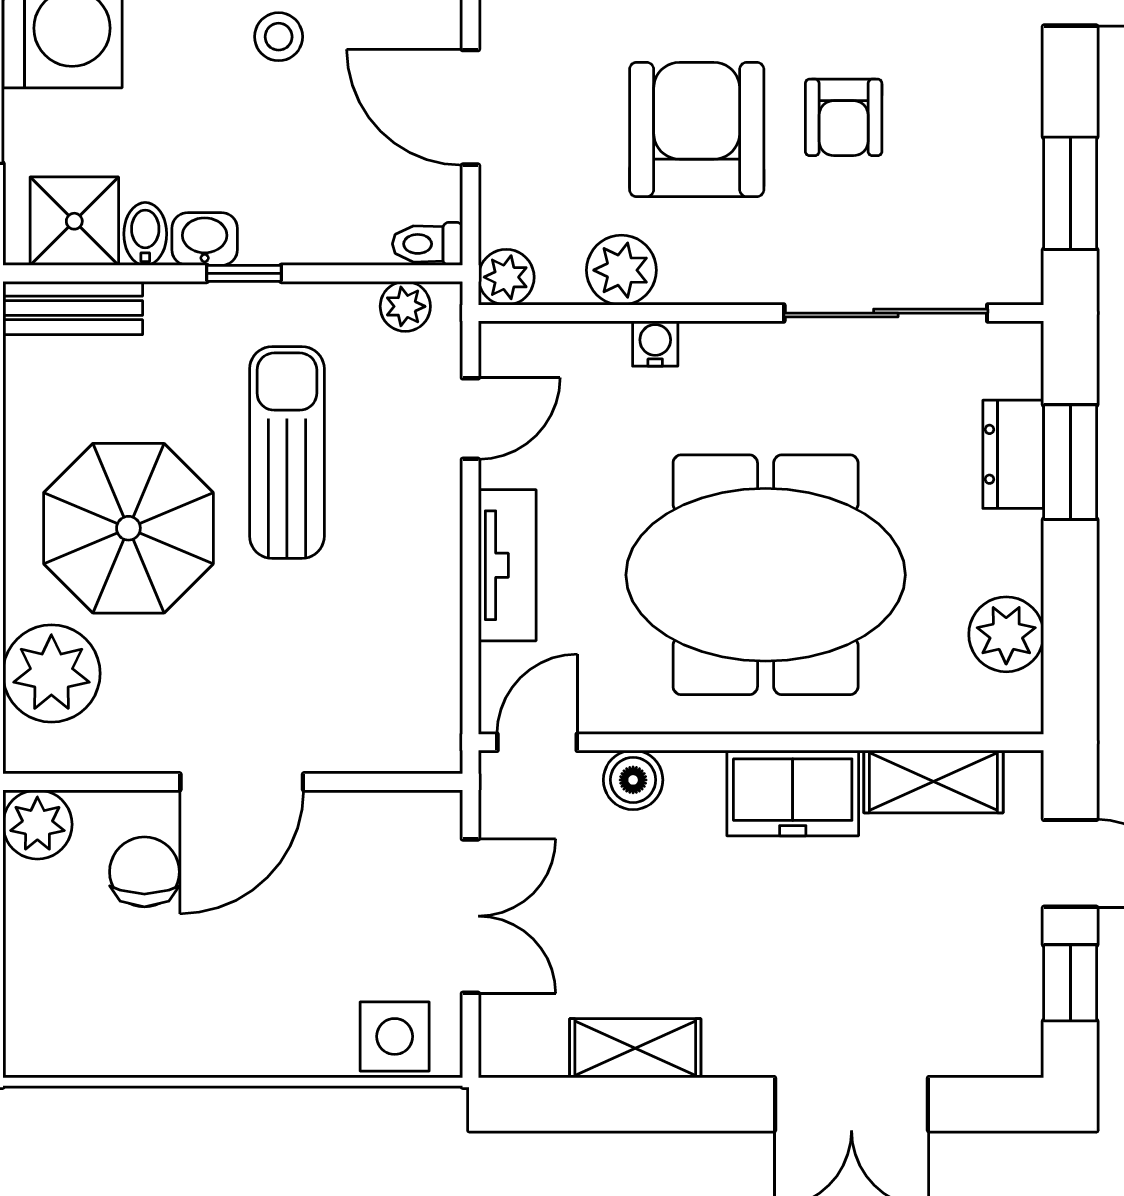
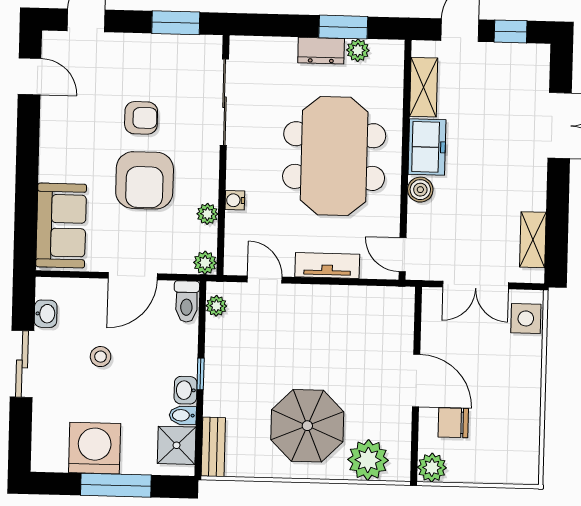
armchair: (697, 130) -> (145, 180), turned -90
toilet: (427, 244) -> (187, 301), width x1.37, depth x1.39
plant: (621, 270) -> (207, 214), width x0.73, depth x0.73
sun lounger: (287, 452) -> (277, 358), removed
dresser: (1013, 454) -> (321, 51), moved
window: (1070, 462) -> (343, 27), moved
plant: (1006, 634) -> (358, 50), width x0.73, depth x0.73
boiler: (633, 780) -> (420, 190), moved
double door: (470, 916) -> (476, 285), swing flipped
shelving: (635, 1048) -> (533, 240), moved

